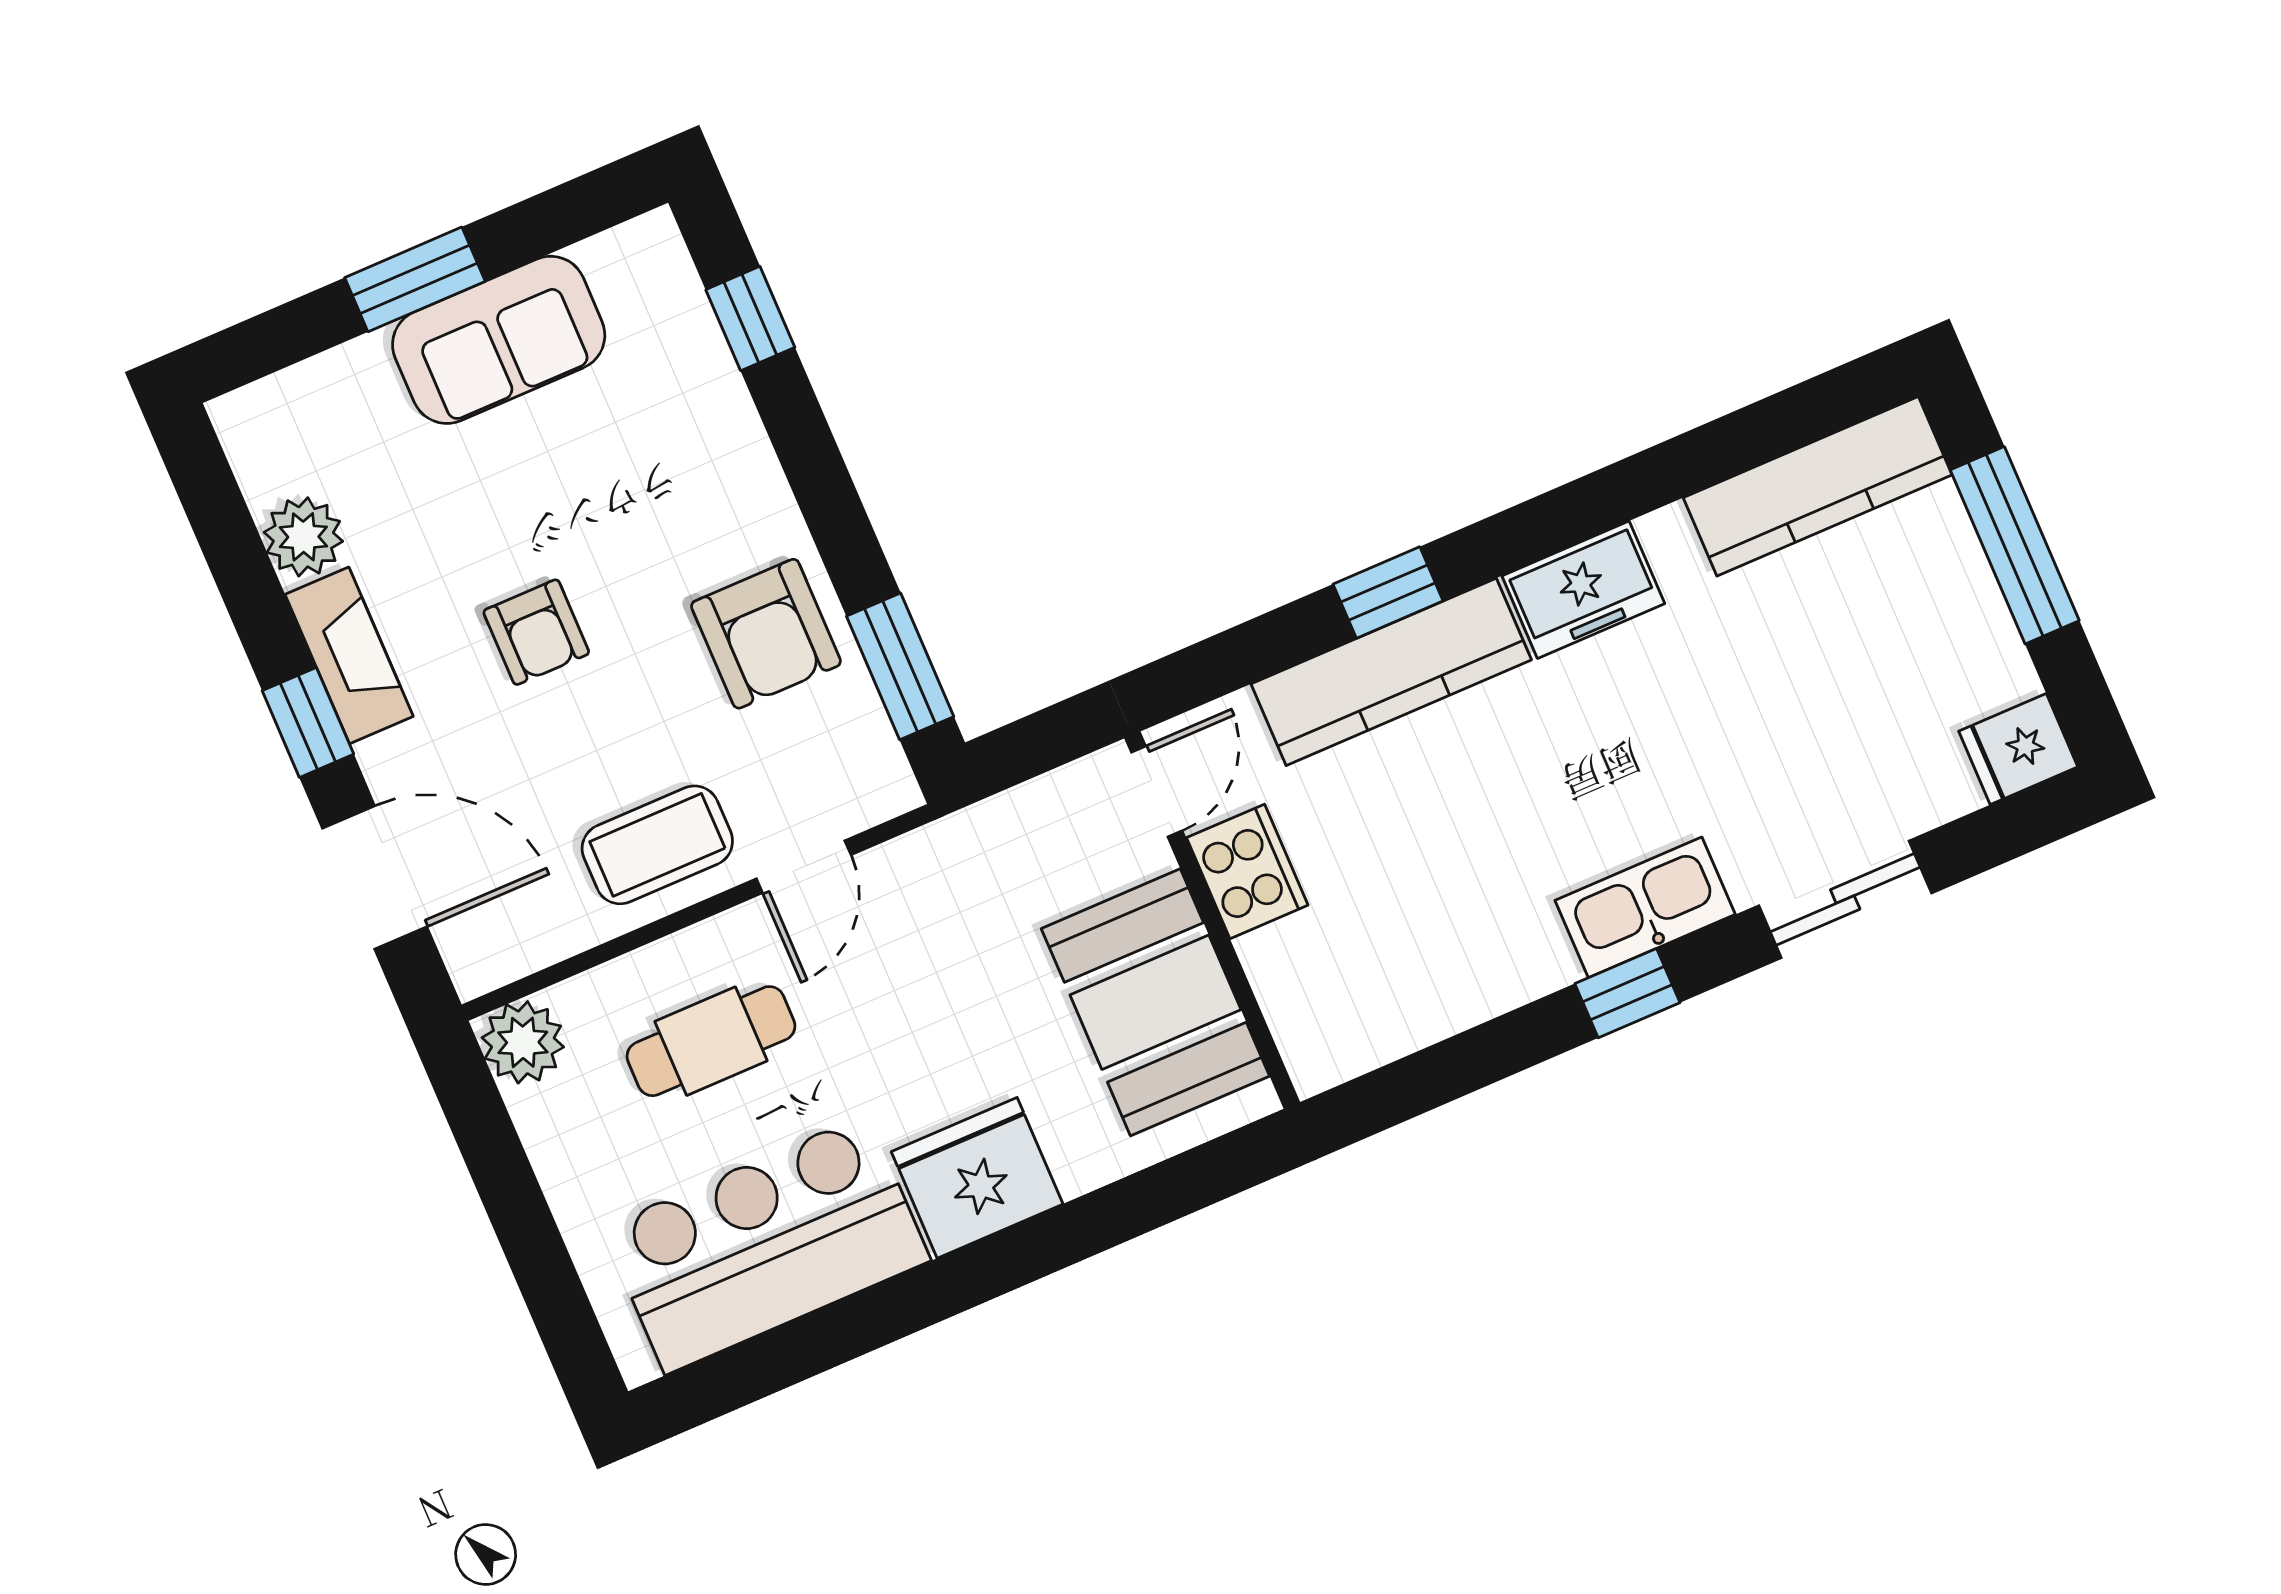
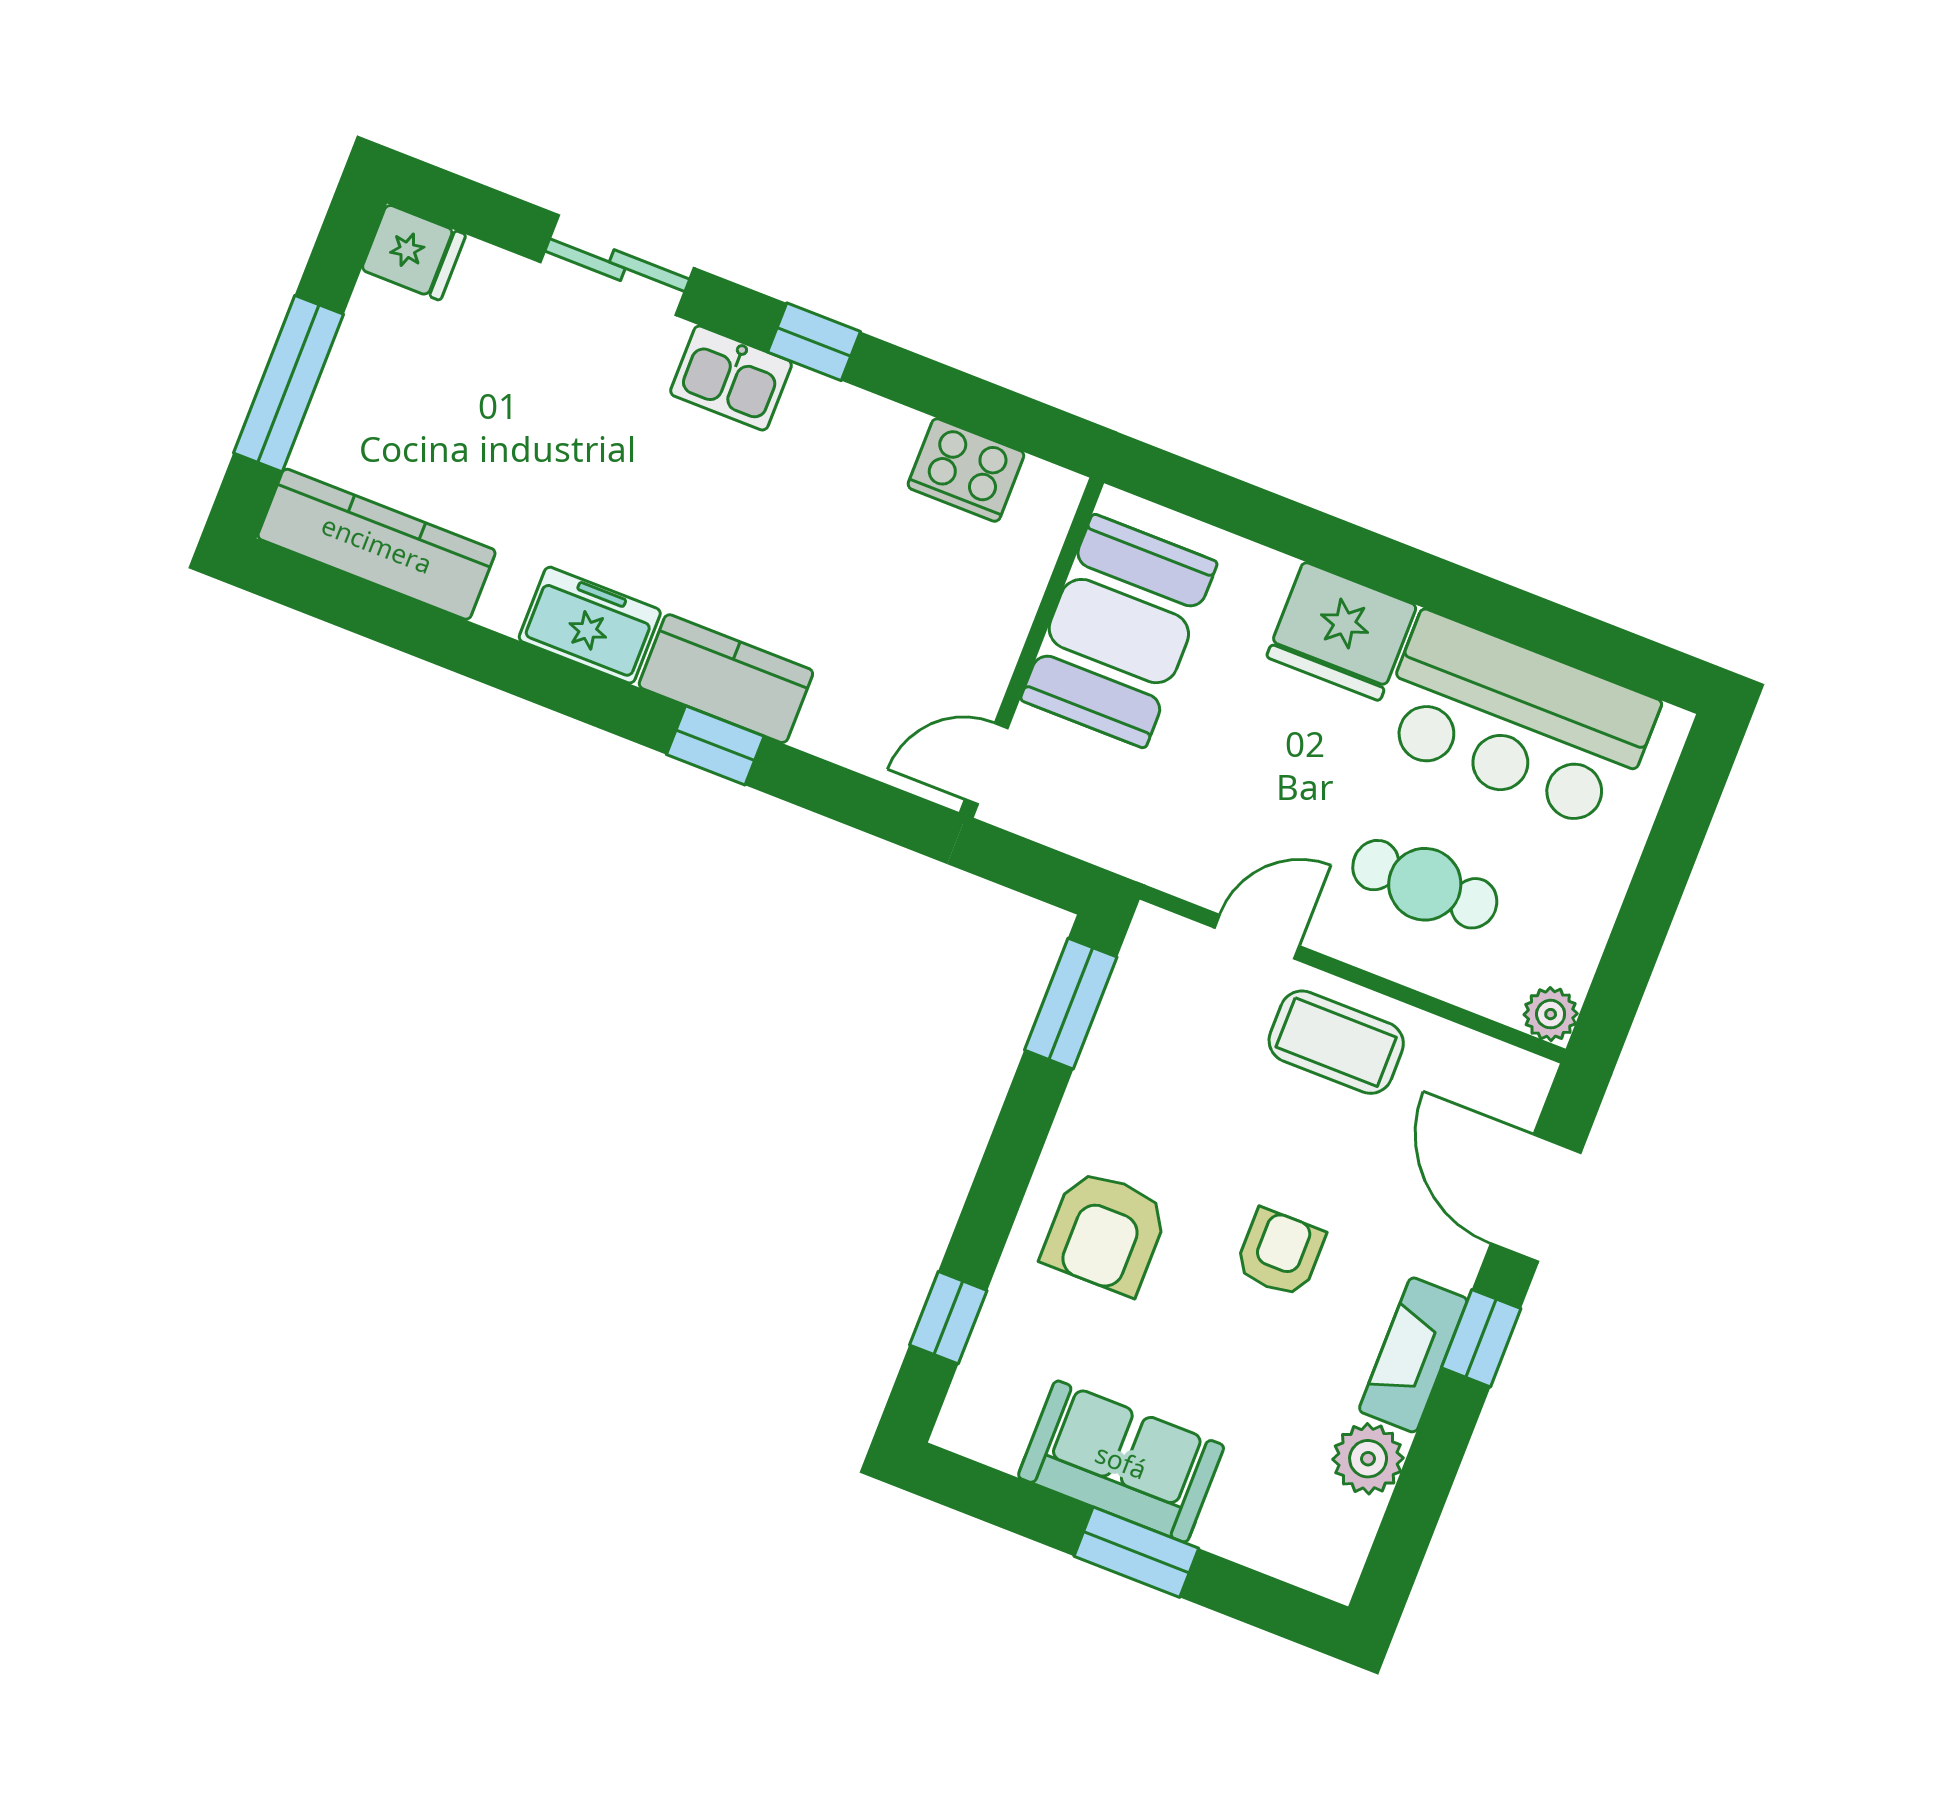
armchair: (766, 634) -> (1105, 1232), moved, turned 180
kitchen counter: (1391, 672) -> (726, 679), width x0.67
cooker: (1247, 871) -> (966, 470), moved, turned -90
kitchen sink: (1645, 907) -> (731, 378), width x0.73
plant: (523, 1042) -> (1551, 1014), width x0.73, depth x0.73

